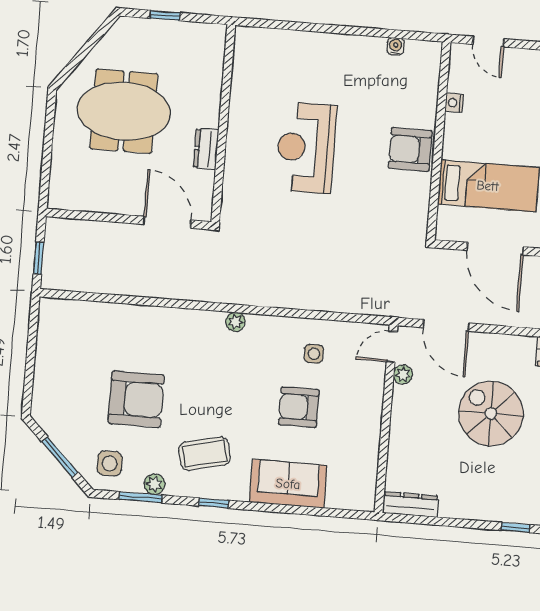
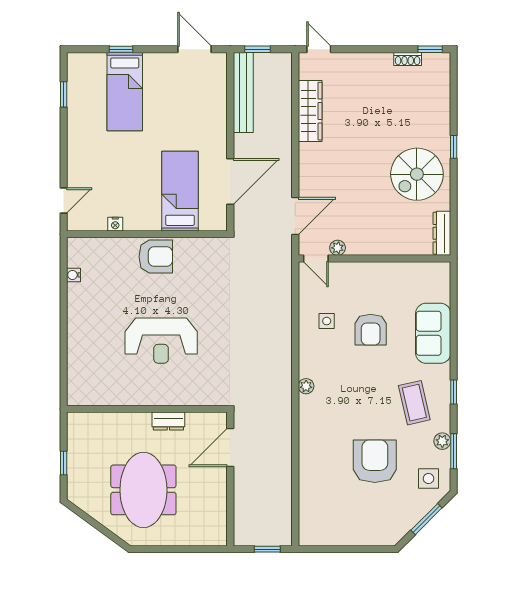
armchair: (410, 149) -> (156, 257), turned -90
spiral stairs: (491, 414) -> (417, 174), moved

